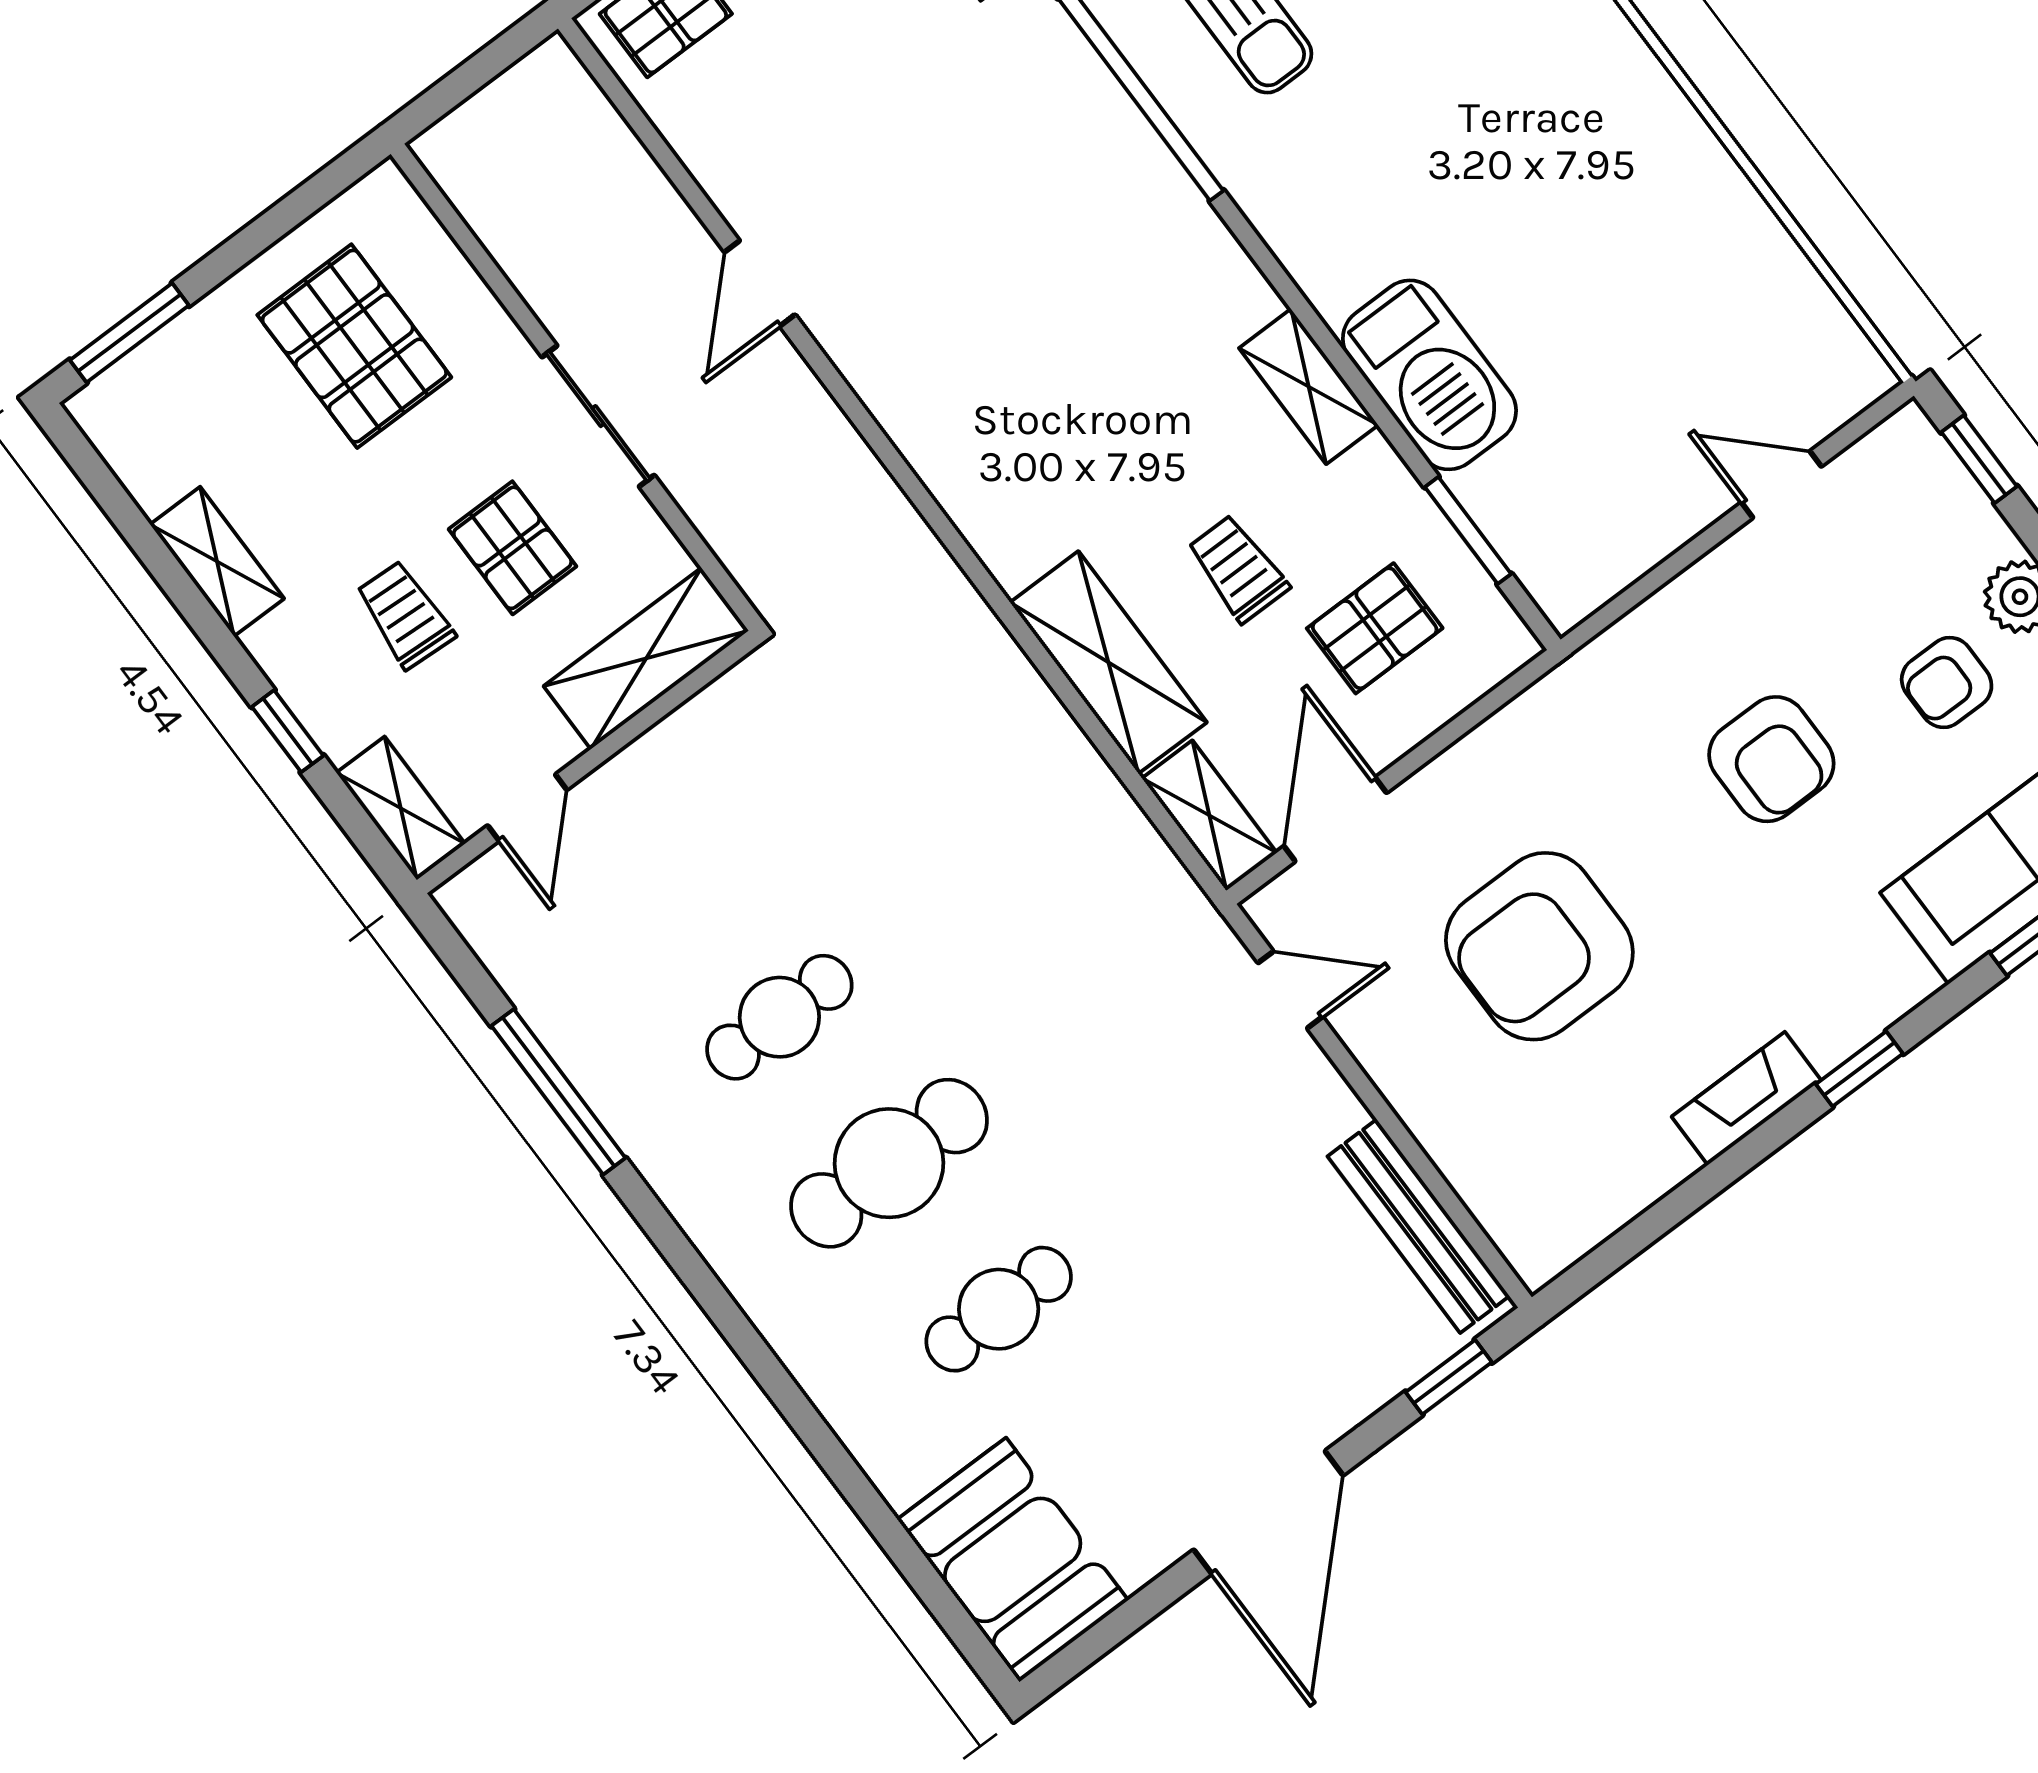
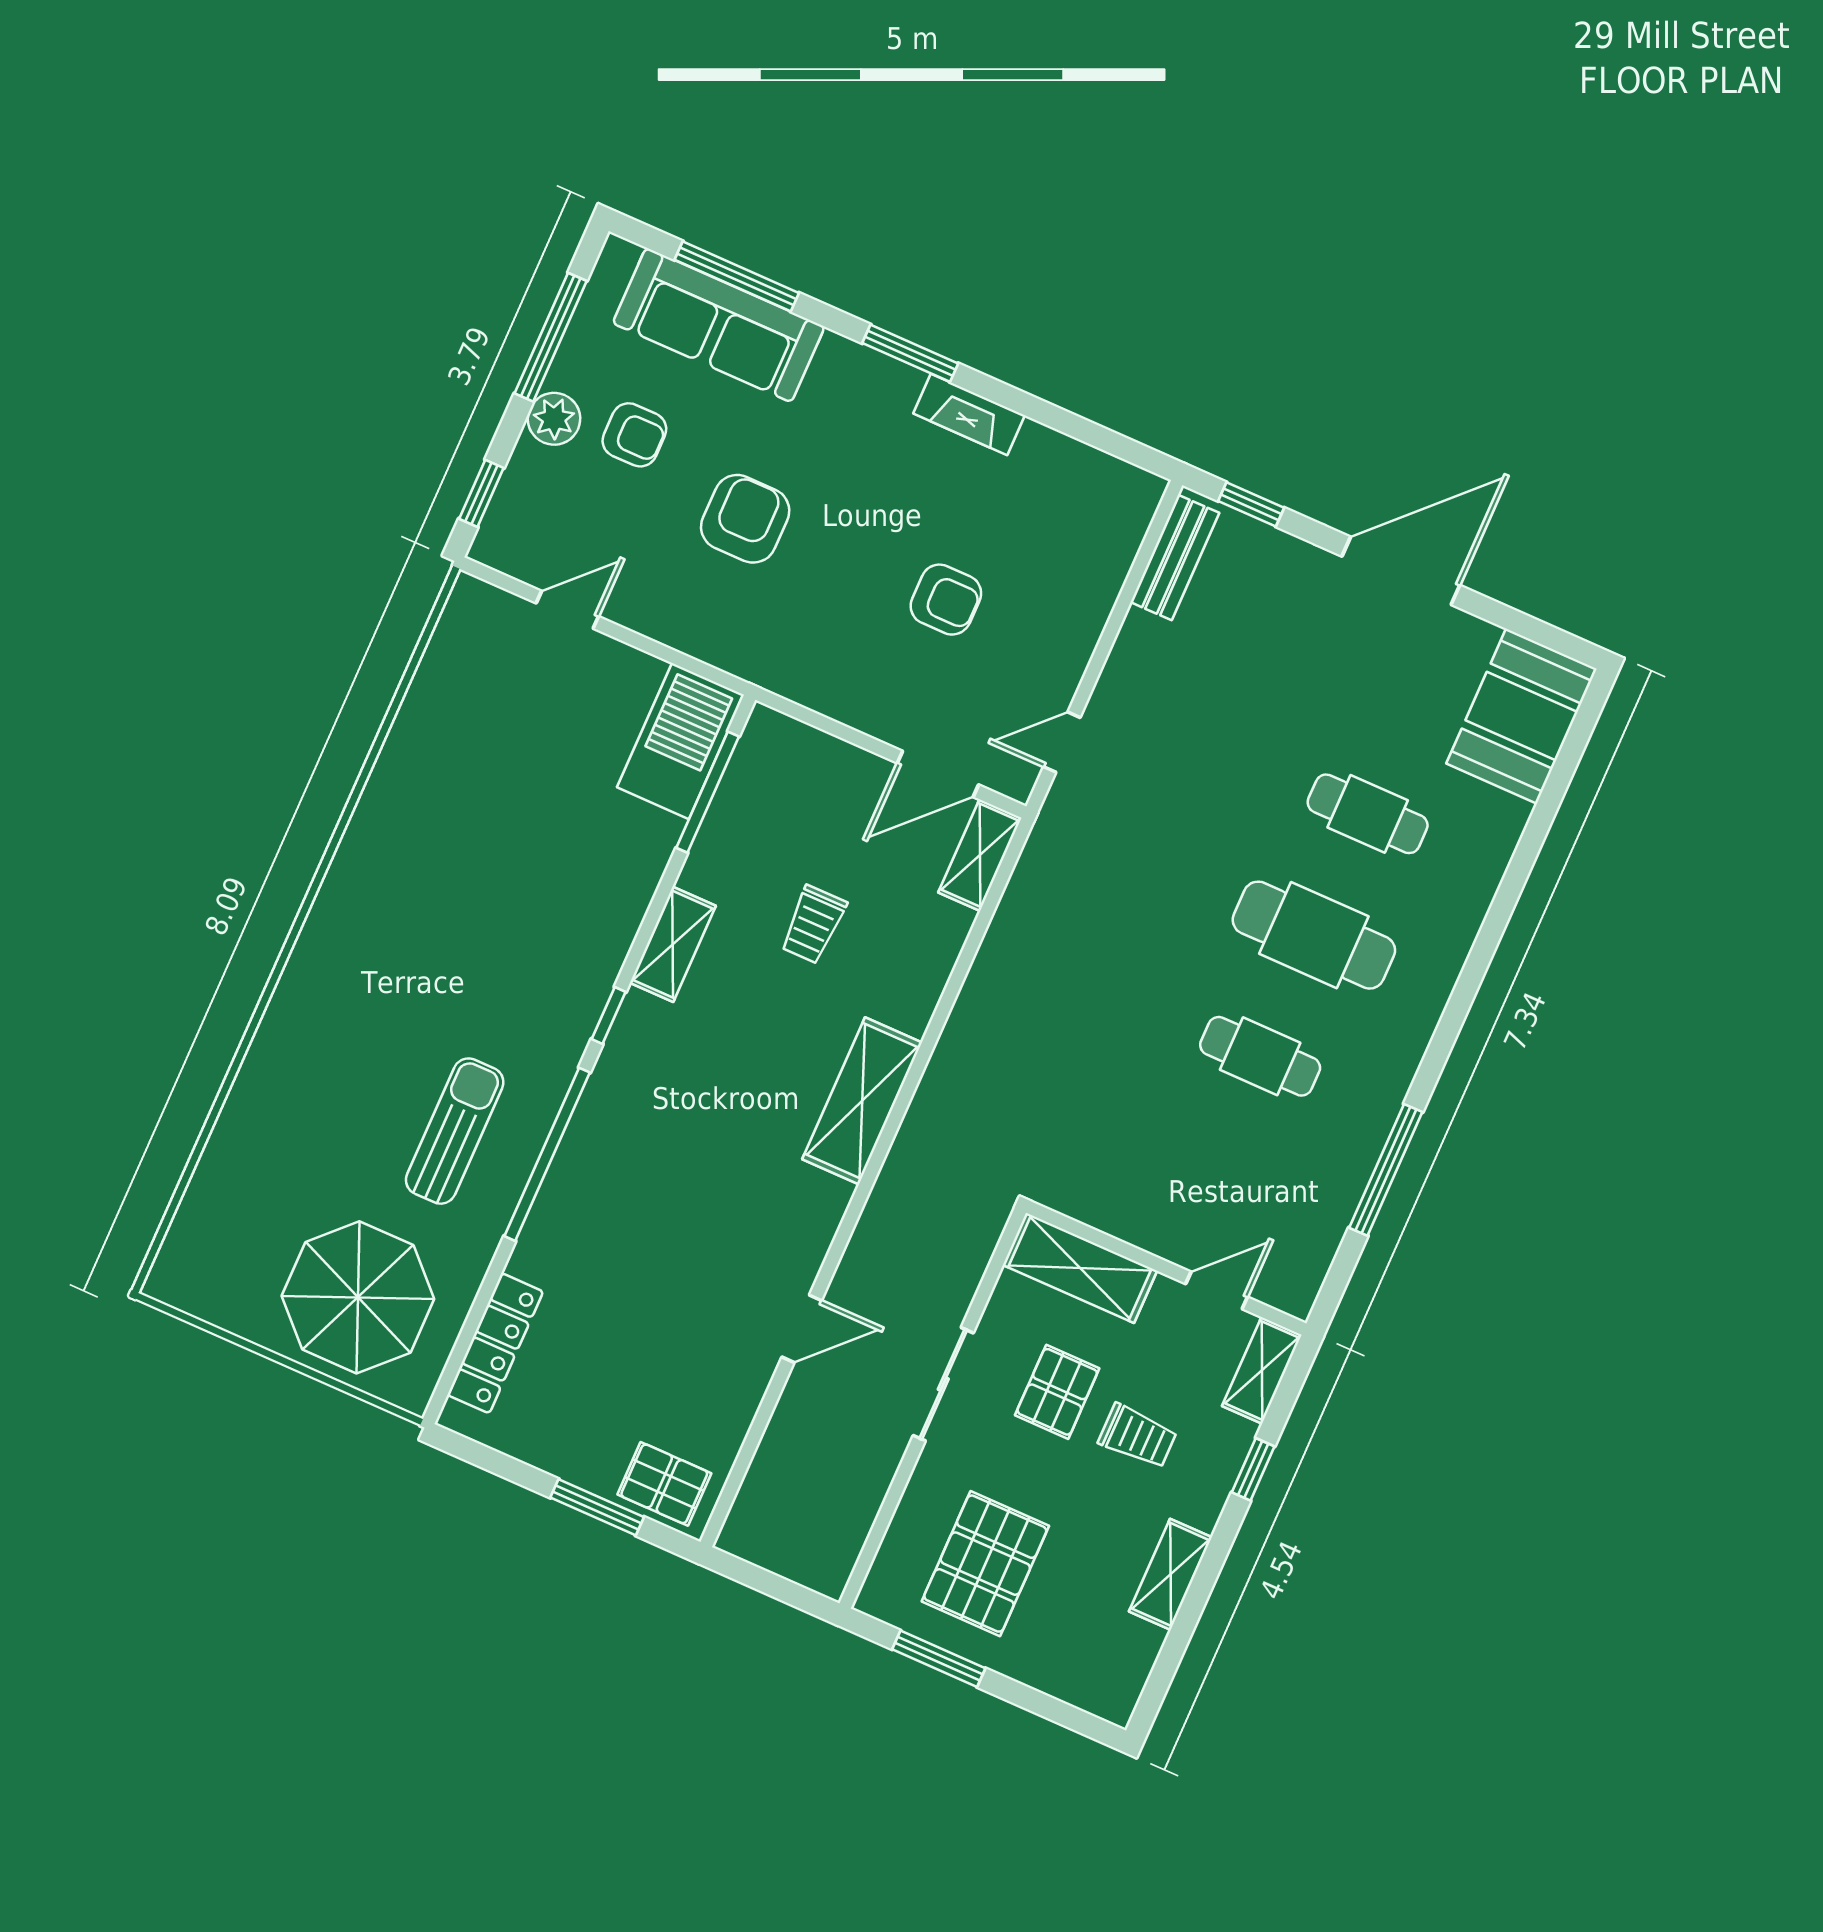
window: (1266, 261) -> (609, 1015), added
window: (129, 333) -> (939, 1659), moved
barbecue: (1429, 375) -> (681, 741), moved
door: (1781, 484) -> (567, 610), swing flipped
window: (1468, 530) -> (708, 792), width x1.44
trolley: (405, 615) -> (1138, 1436), turned -93
pallet: (1375, 628) -> (803, 817), removed
shelving: (1108, 662) -> (862, 1101), moved
armchair: (1539, 946) -> (946, 600), width x0.53, depth x0.53
door: (1290, 990) -> (1062, 742), hinge flipped
window: (1859, 1069) -> (910, 353), width x1.50
bench: (1419, 1226) -> (1175, 557), width x0.73

